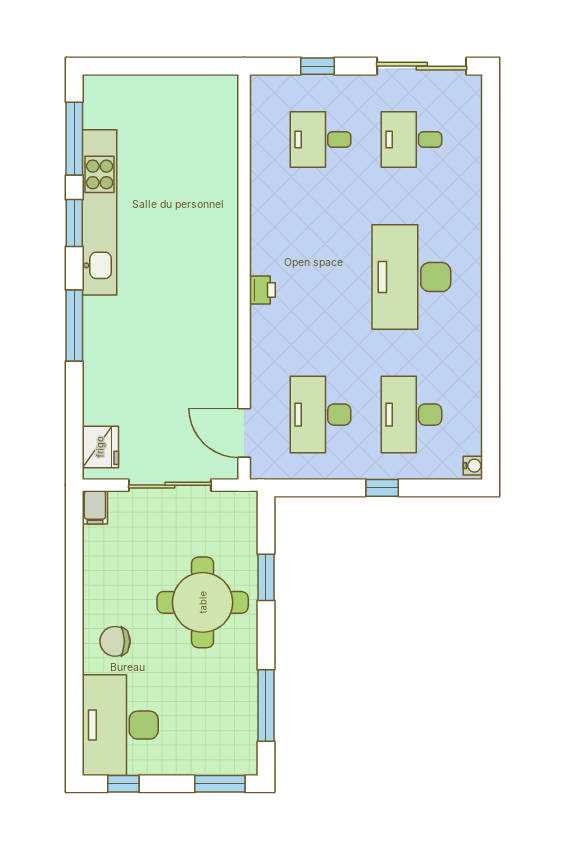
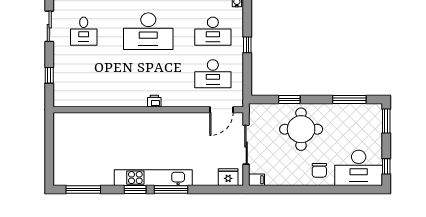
sliding door: (422, 66) -> (49, 26), width x0.73
desk: (321, 140) -> (84, 74), removed
kitchen unit: (100, 212) -> (153, 178), moved
window: (74, 223) -> (135, 189), moved

